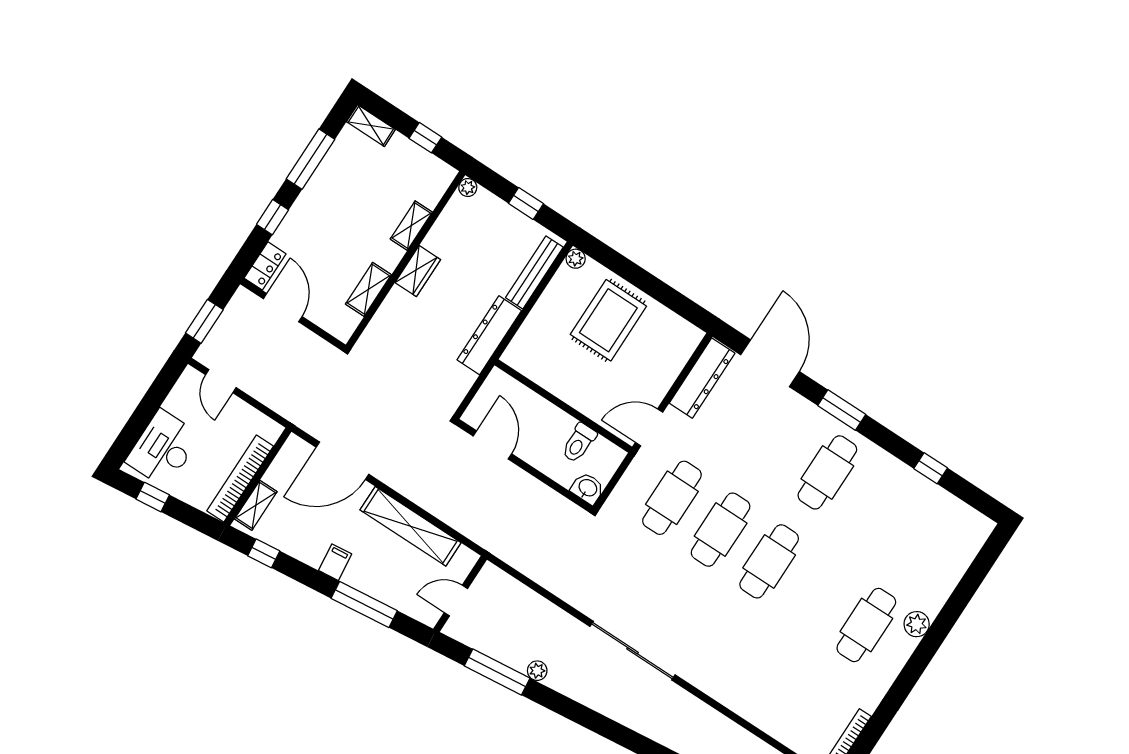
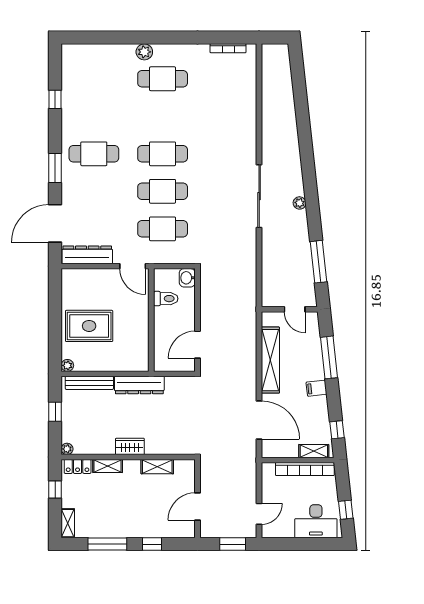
locker: (265, 266) -> (78, 466), moved, turned 180
plant: (537, 671) -> (300, 203), moved

